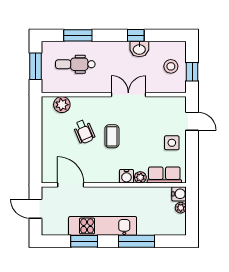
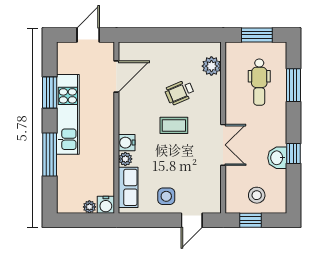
dental chair: (75, 64) -> (259, 82), turned 180

